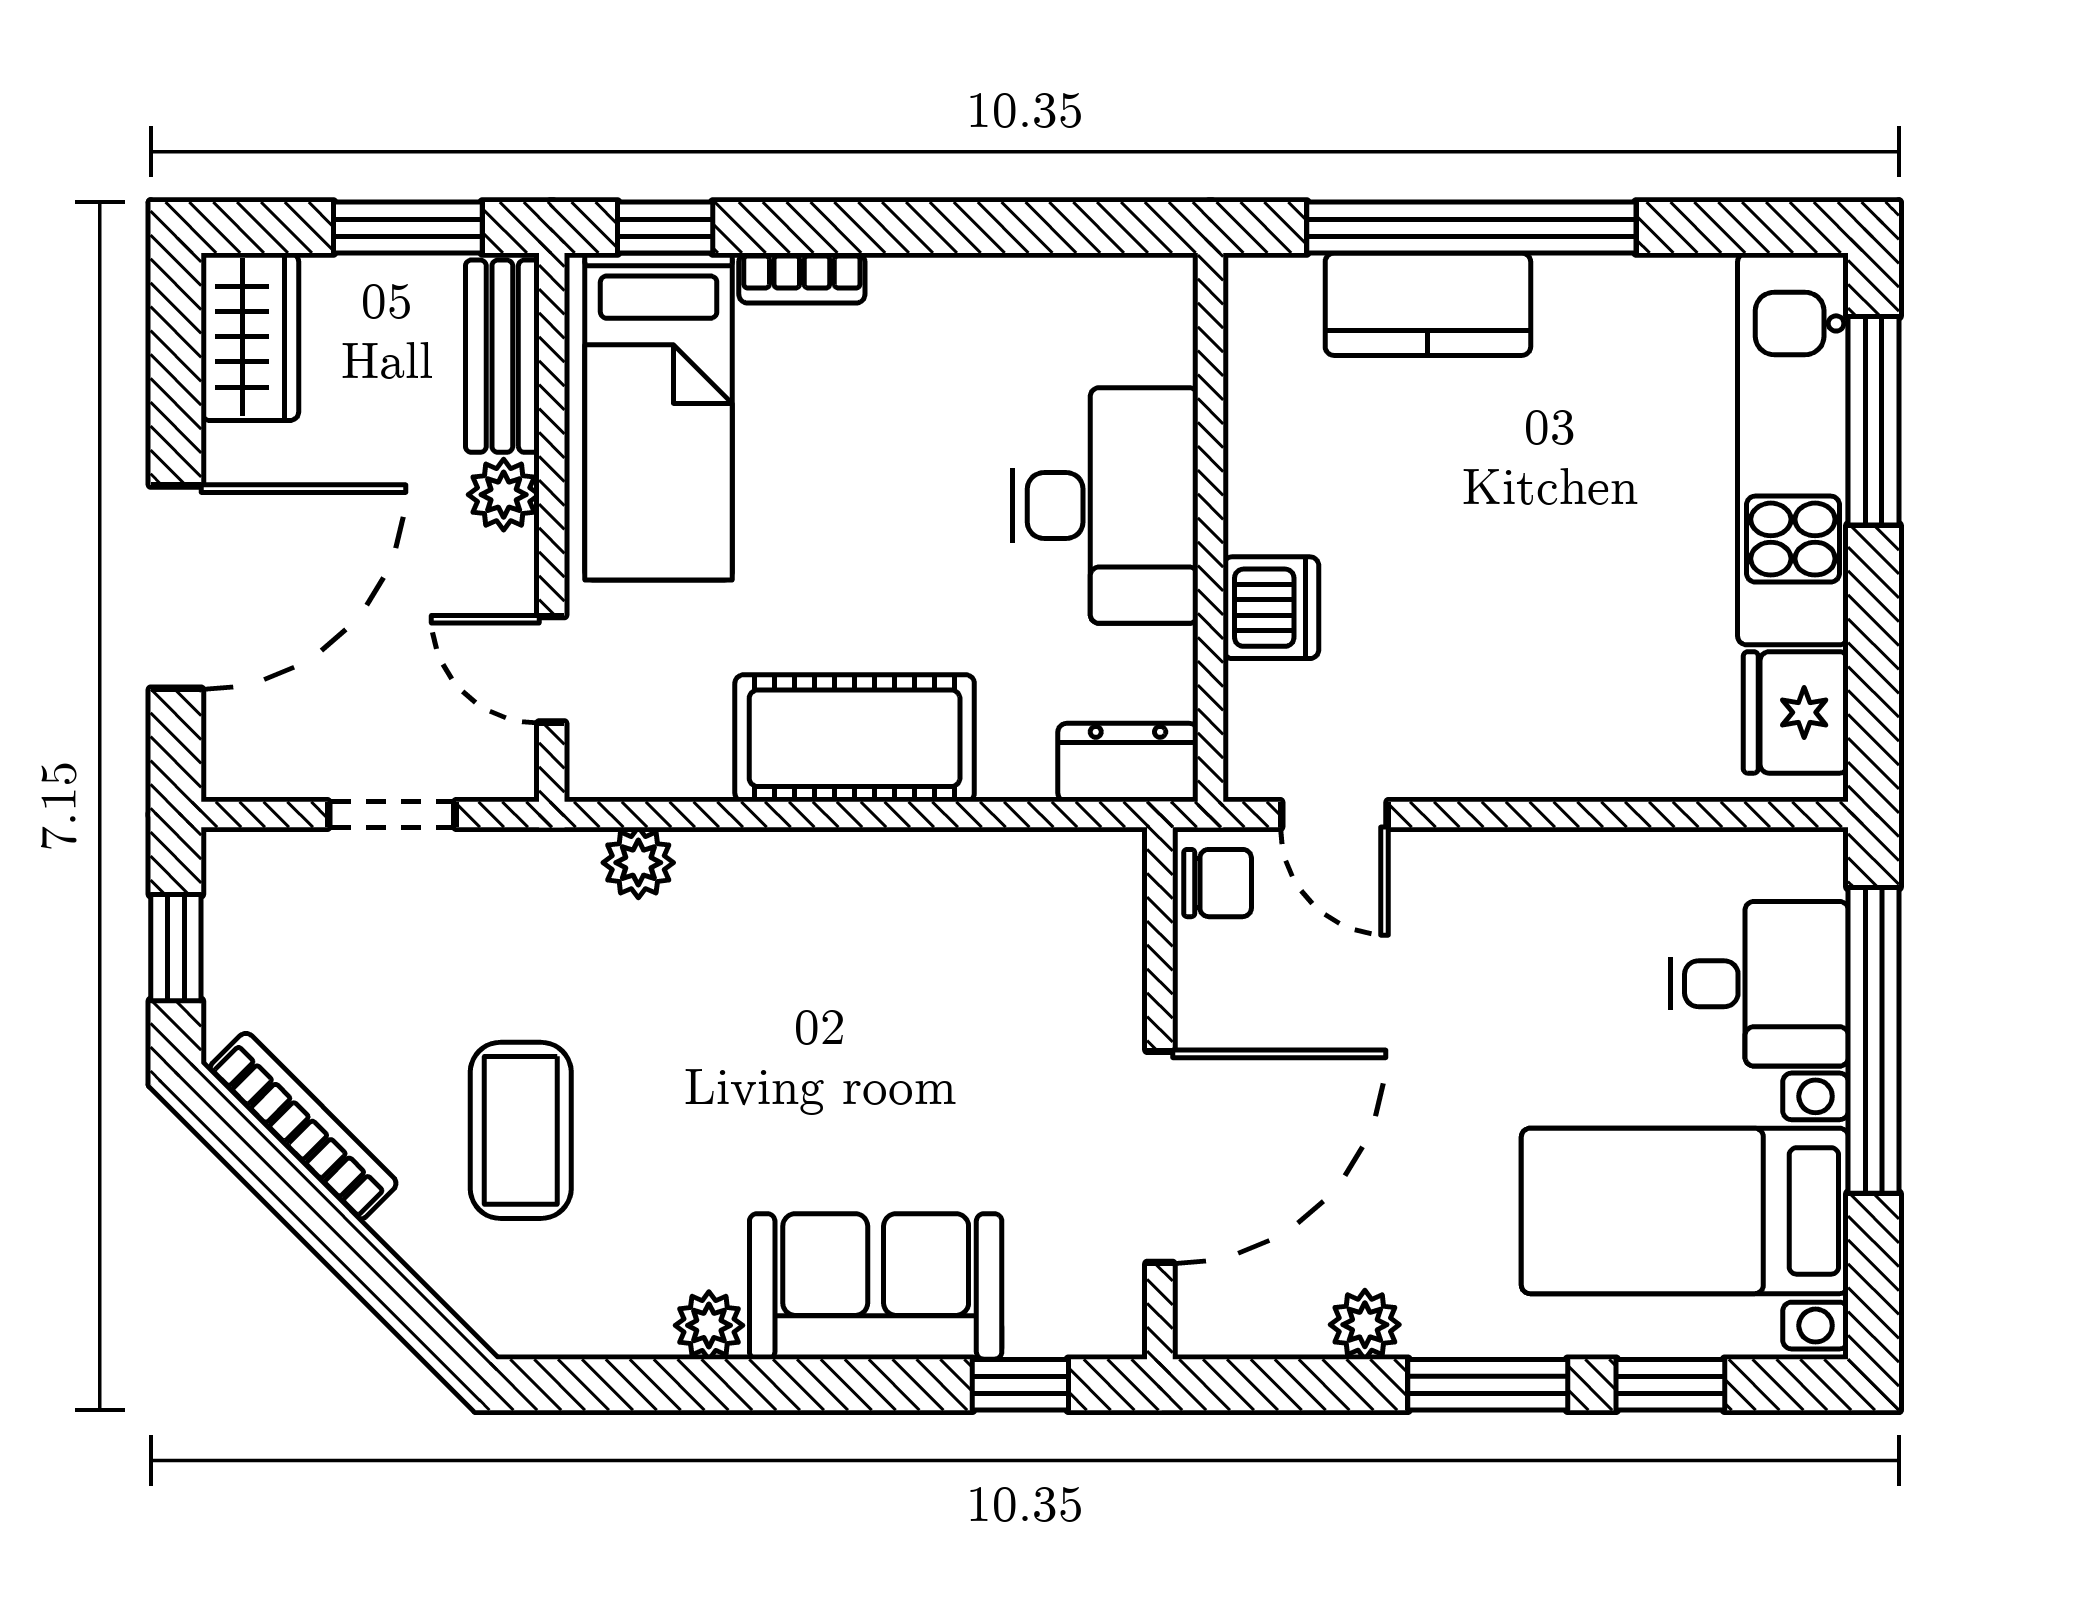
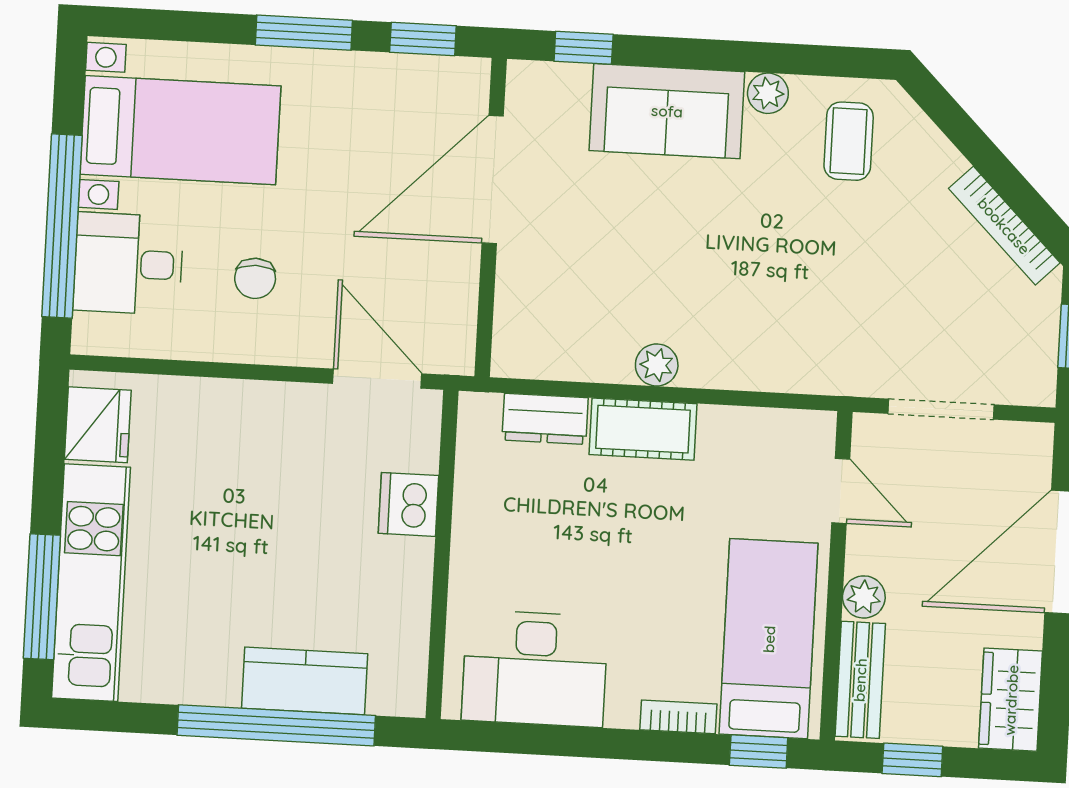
window: (408, 228) -> (912, 760), width x0.67
desk: (1105, 506) -> (535, 669), moved, turned -90
cot: (855, 738) -> (643, 429), width x0.73, depth x0.75
dresser: (1128, 763) -> (545, 419), moved
doorway: (392, 815) -> (941, 409), width x1.38
door: (1334, 815) -> (377, 379), width x1.38
plant: (638, 863) -> (657, 365), moved
chair: (1218, 883) -> (255, 278), moved, turned -90
coffee table: (521, 1130) -> (849, 141), moved, width x0.73, depth x0.77
plant: (1365, 1325) -> (375, 72), removed
window: (1670, 1385) -> (423, 39), moved

